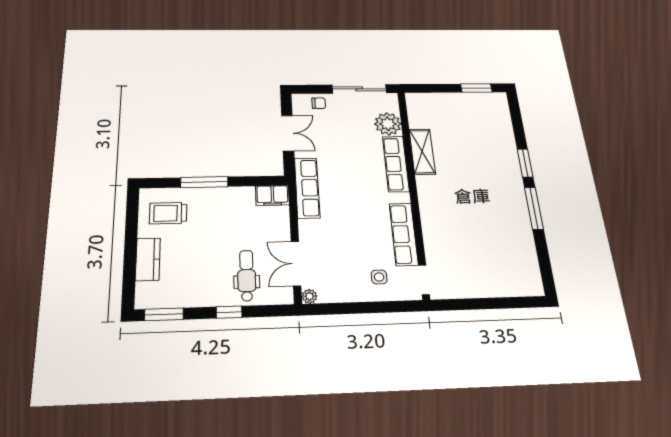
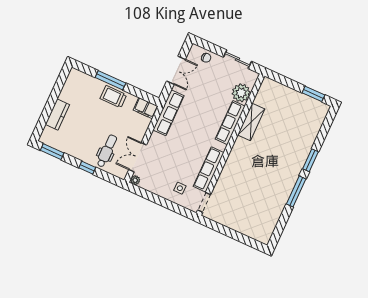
sliding door: (359, 89) -> (237, 59), width x0.73
trolley: (168, 213) -> (113, 97), moved

